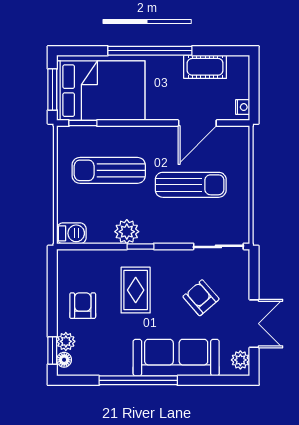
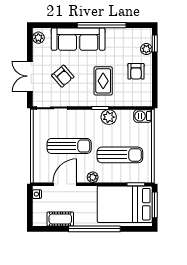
plant: (153, 134) -> (93, 177), added
sun lounger: (191, 185) -> (69, 146), turned 180
double door: (254, 324) -> (30, 76), moved
floor lamp: (64, 360) -> (147, 38), removed

